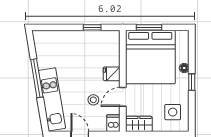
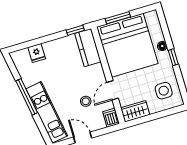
window: (92, 27) -> (75, 30), moved
kitchen counter: (111, 48) -> (88, 48), added
fridge: (112, 74) -> (37, 53), moved, turned -90

